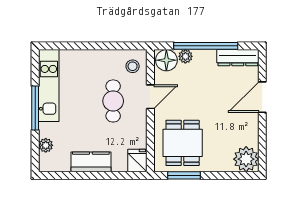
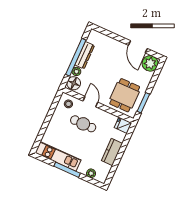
dresser: (238, 58) -> (85, 55), moved
door: (262, 97) -> (138, 47), moved
dining table: (183, 143) -> (125, 95), turned 90

